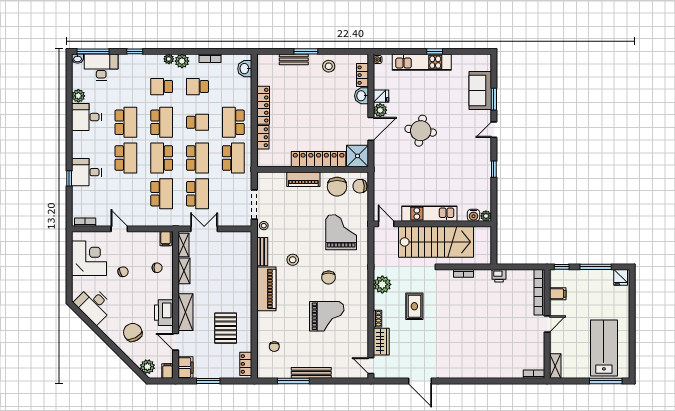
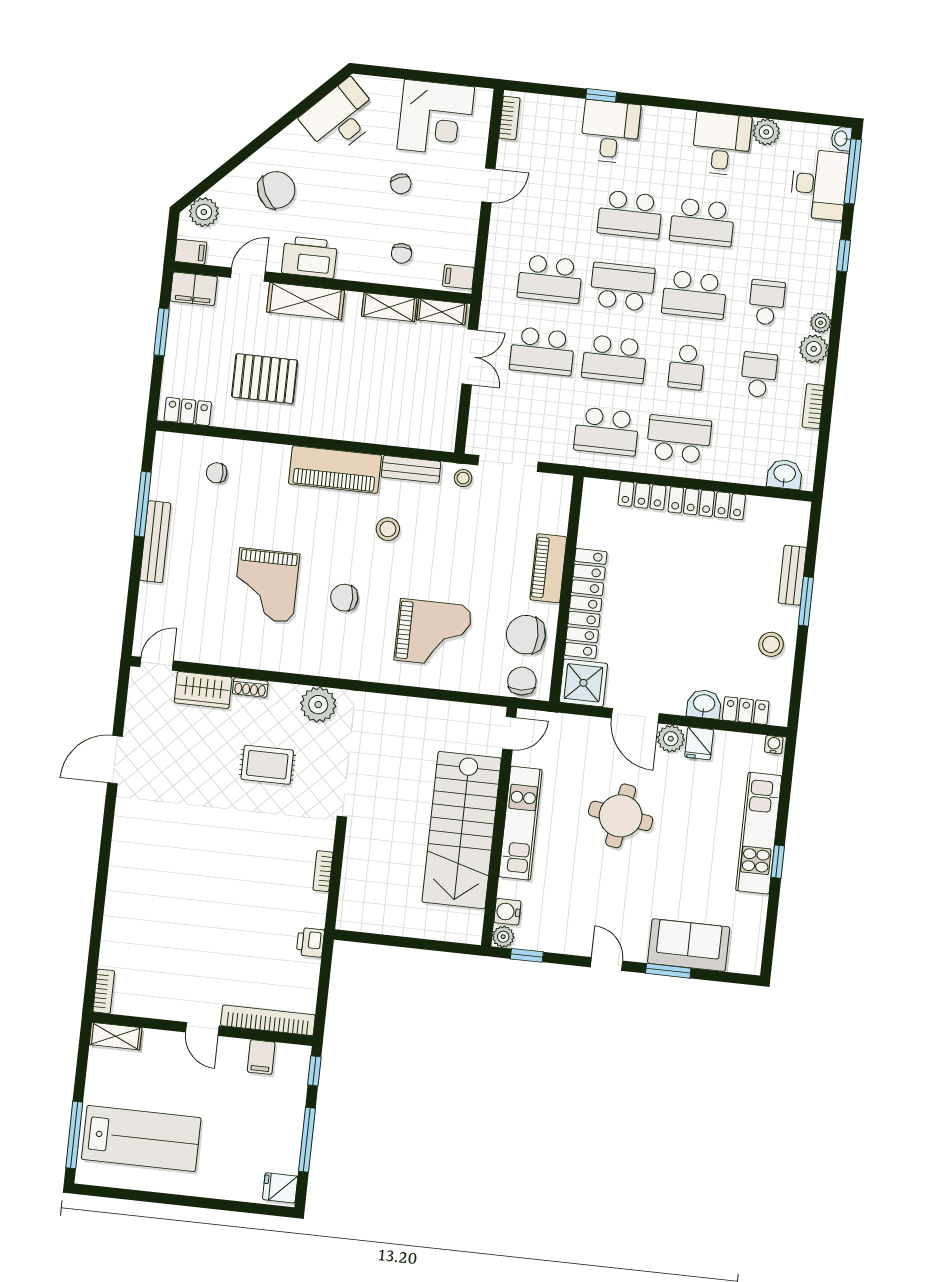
kitchen unit: (429, 214) -> (520, 823), moved
water cooler: (474, 215) -> (507, 912), moved
plant: (486, 216) -> (503, 937), moved
door: (386, 224) -> (509, 733), moved
wall: (432, 224) -> (499, 827), moved
stairs: (436, 242) -> (462, 830), moved

